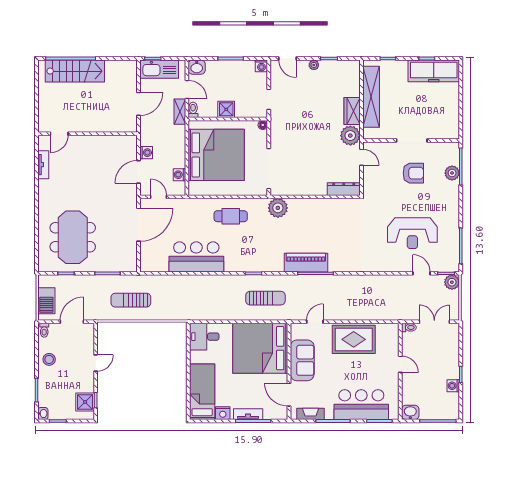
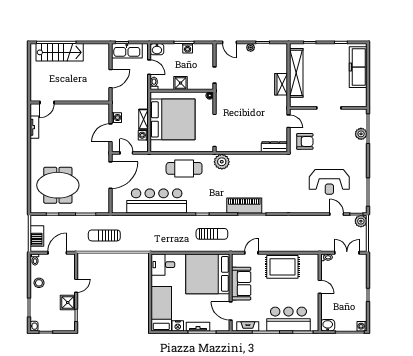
washing machine: (261, 66) -> (188, 48), moved
freezer: (434, 71) -> (358, 67), moved, turned 90
shelving: (180, 112) -> (143, 119), moved
plant: (350, 136) -> (280, 104), removed
armchair: (413, 173) -> (305, 141), moved
cafe table: (231, 216) -> (184, 168), width x1.37, depth x1.35
meeting table: (73, 237) -> (58, 185), turned 90
bar counter: (196, 257) -> (157, 201), width x1.36
washing machine: (453, 386) -> (362, 326), moved
shower: (85, 402) -> (68, 302), moved

